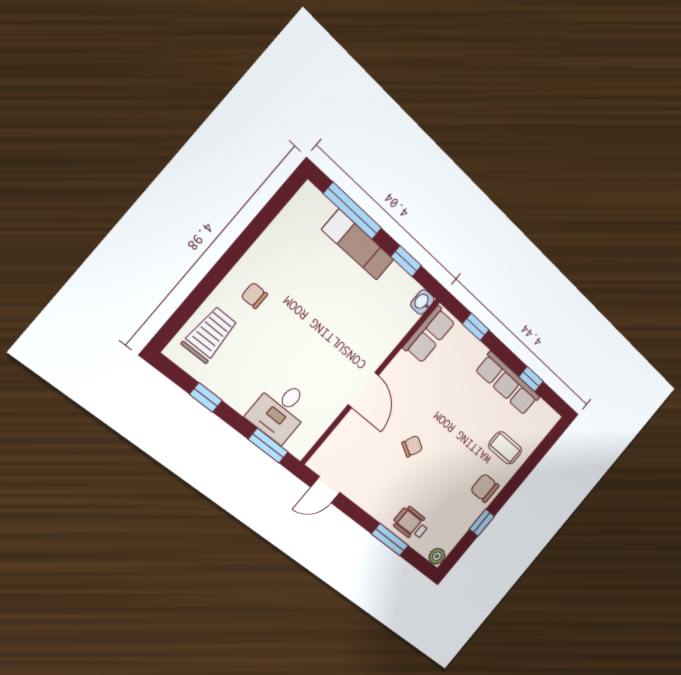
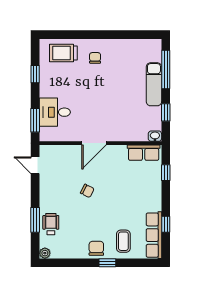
trolley: (210, 334) -> (63, 53), turned 180
row of seats: (508, 383) -> (154, 235), moved
window: (482, 523) -> (107, 263), moved

